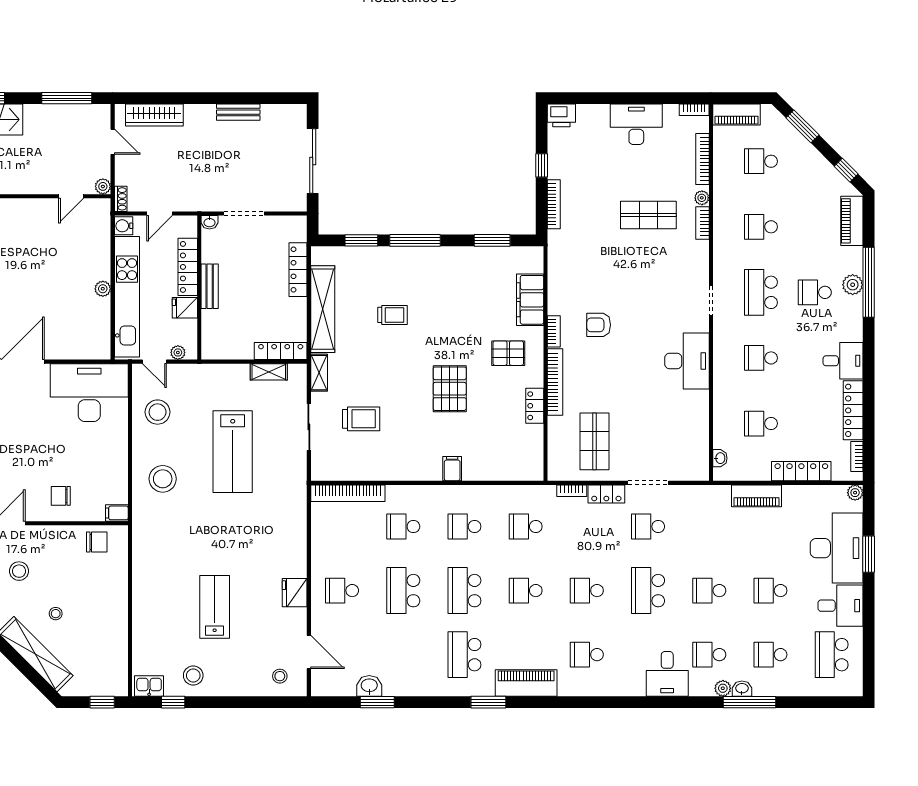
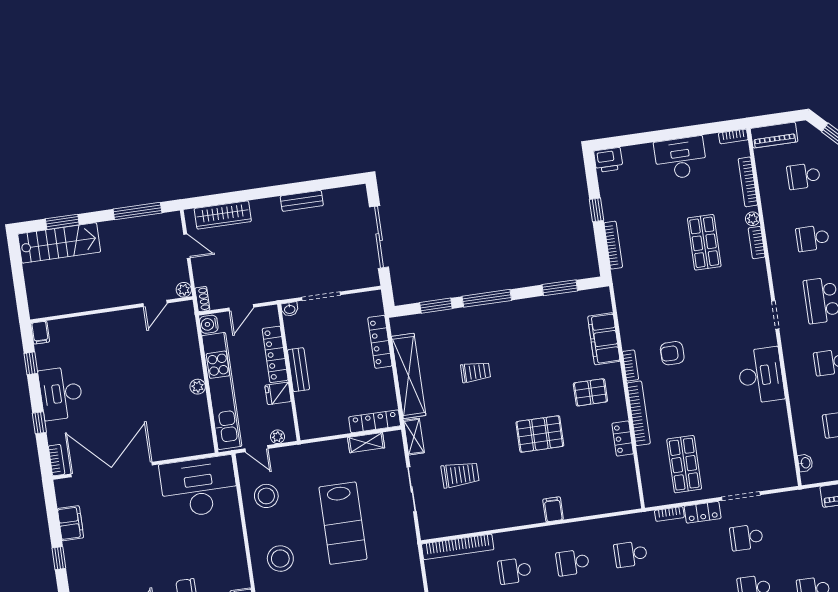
shop shelf: (648, 215) -> (704, 242), turned 90
pallet: (450, 389) -> (540, 434), turned 90

